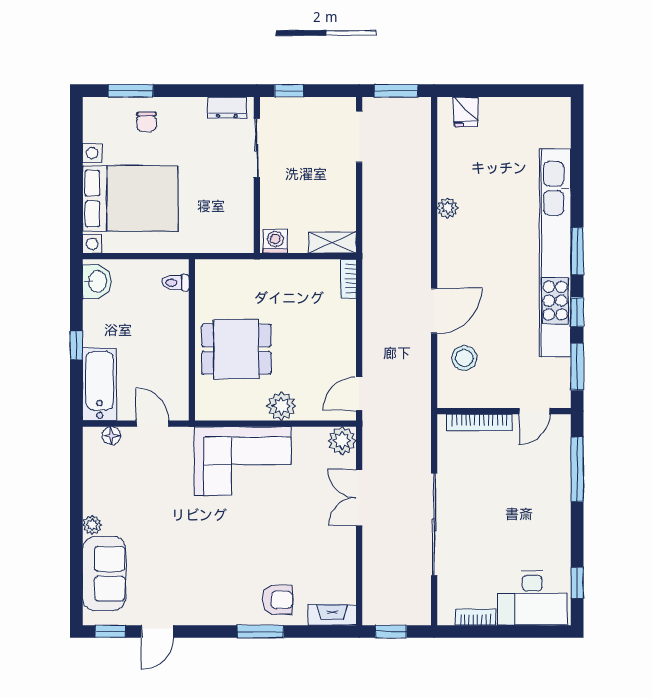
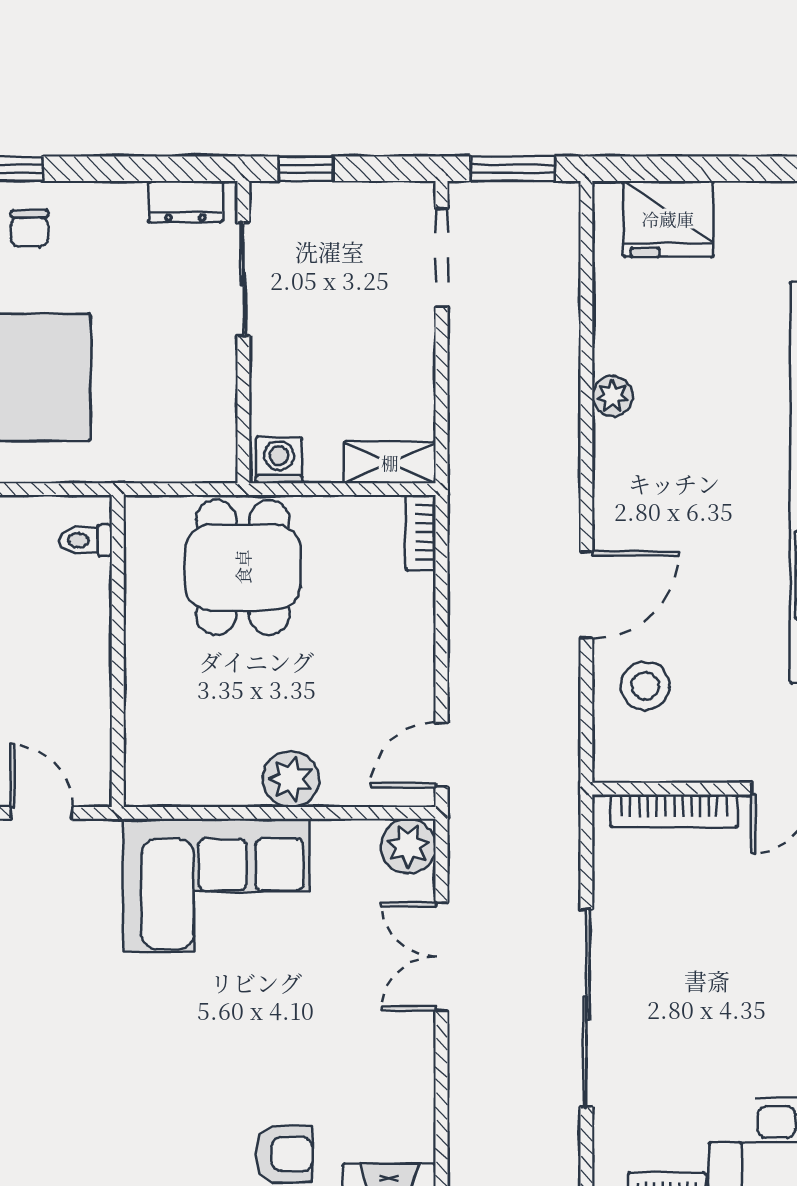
fridge: (466, 112) -> (668, 219), width x1.88, depth x1.34
dining table: (236, 349) -> (243, 567), moved, turned 90

